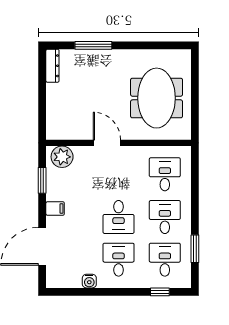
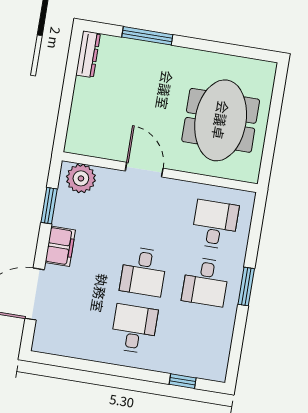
filing cabinet: (55, 208) -> (60, 246), width x2.00
desk: (165, 217) -> (206, 282), turned 180
window: (195, 249) -> (246, 287), moved
desk: (165, 260) -> (196, 339), removed
water cooler: (89, 281) -> (90, 351), removed

